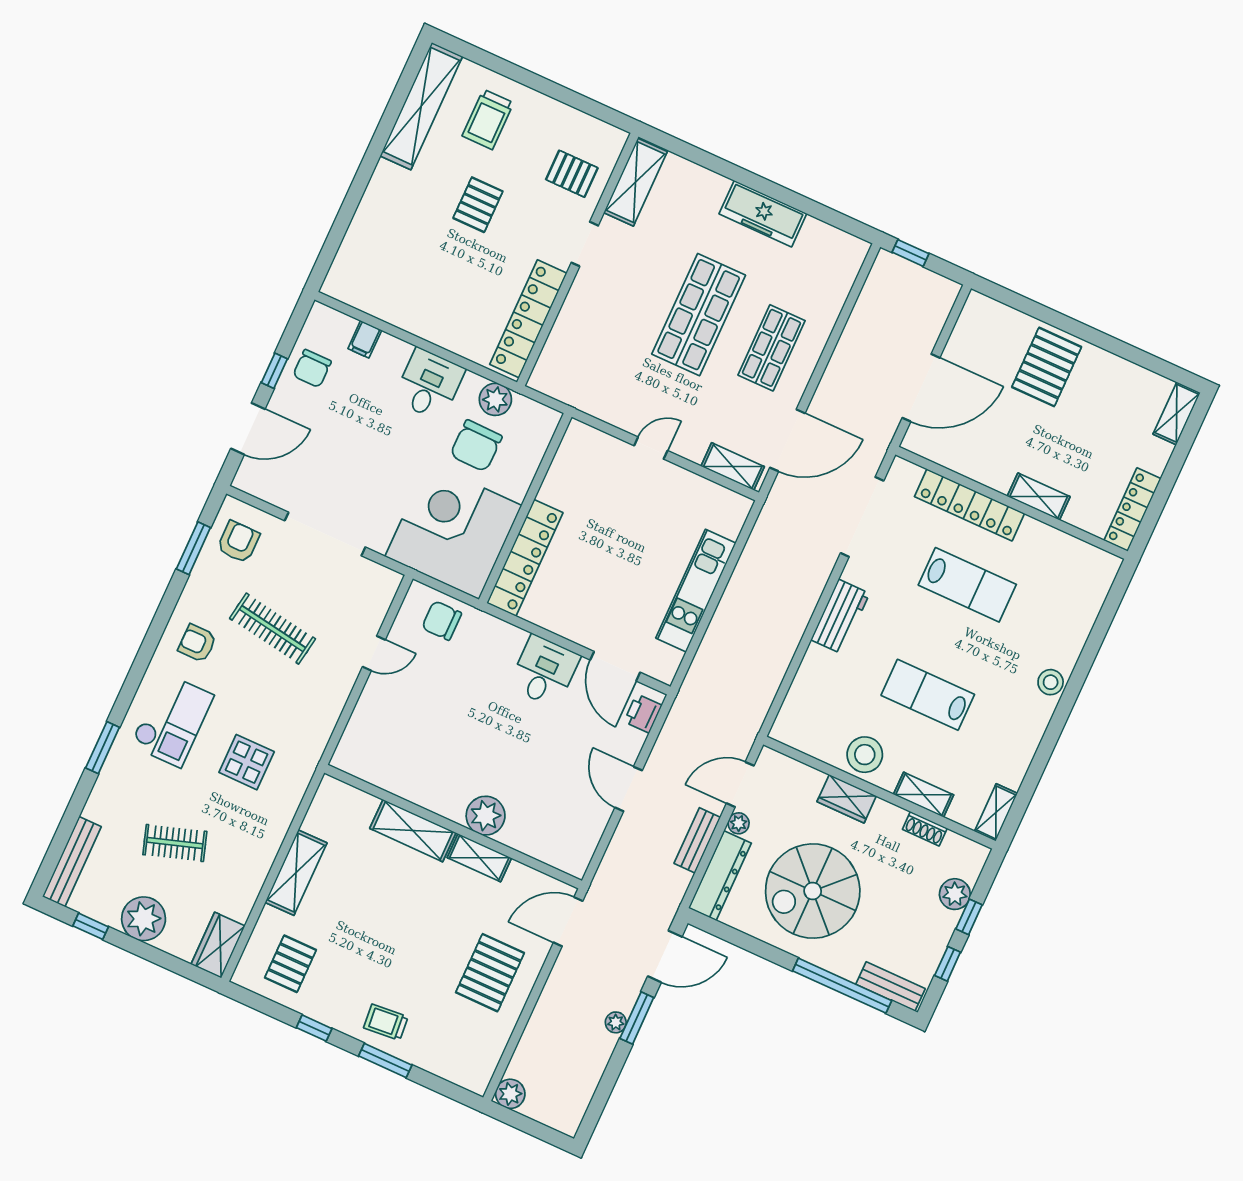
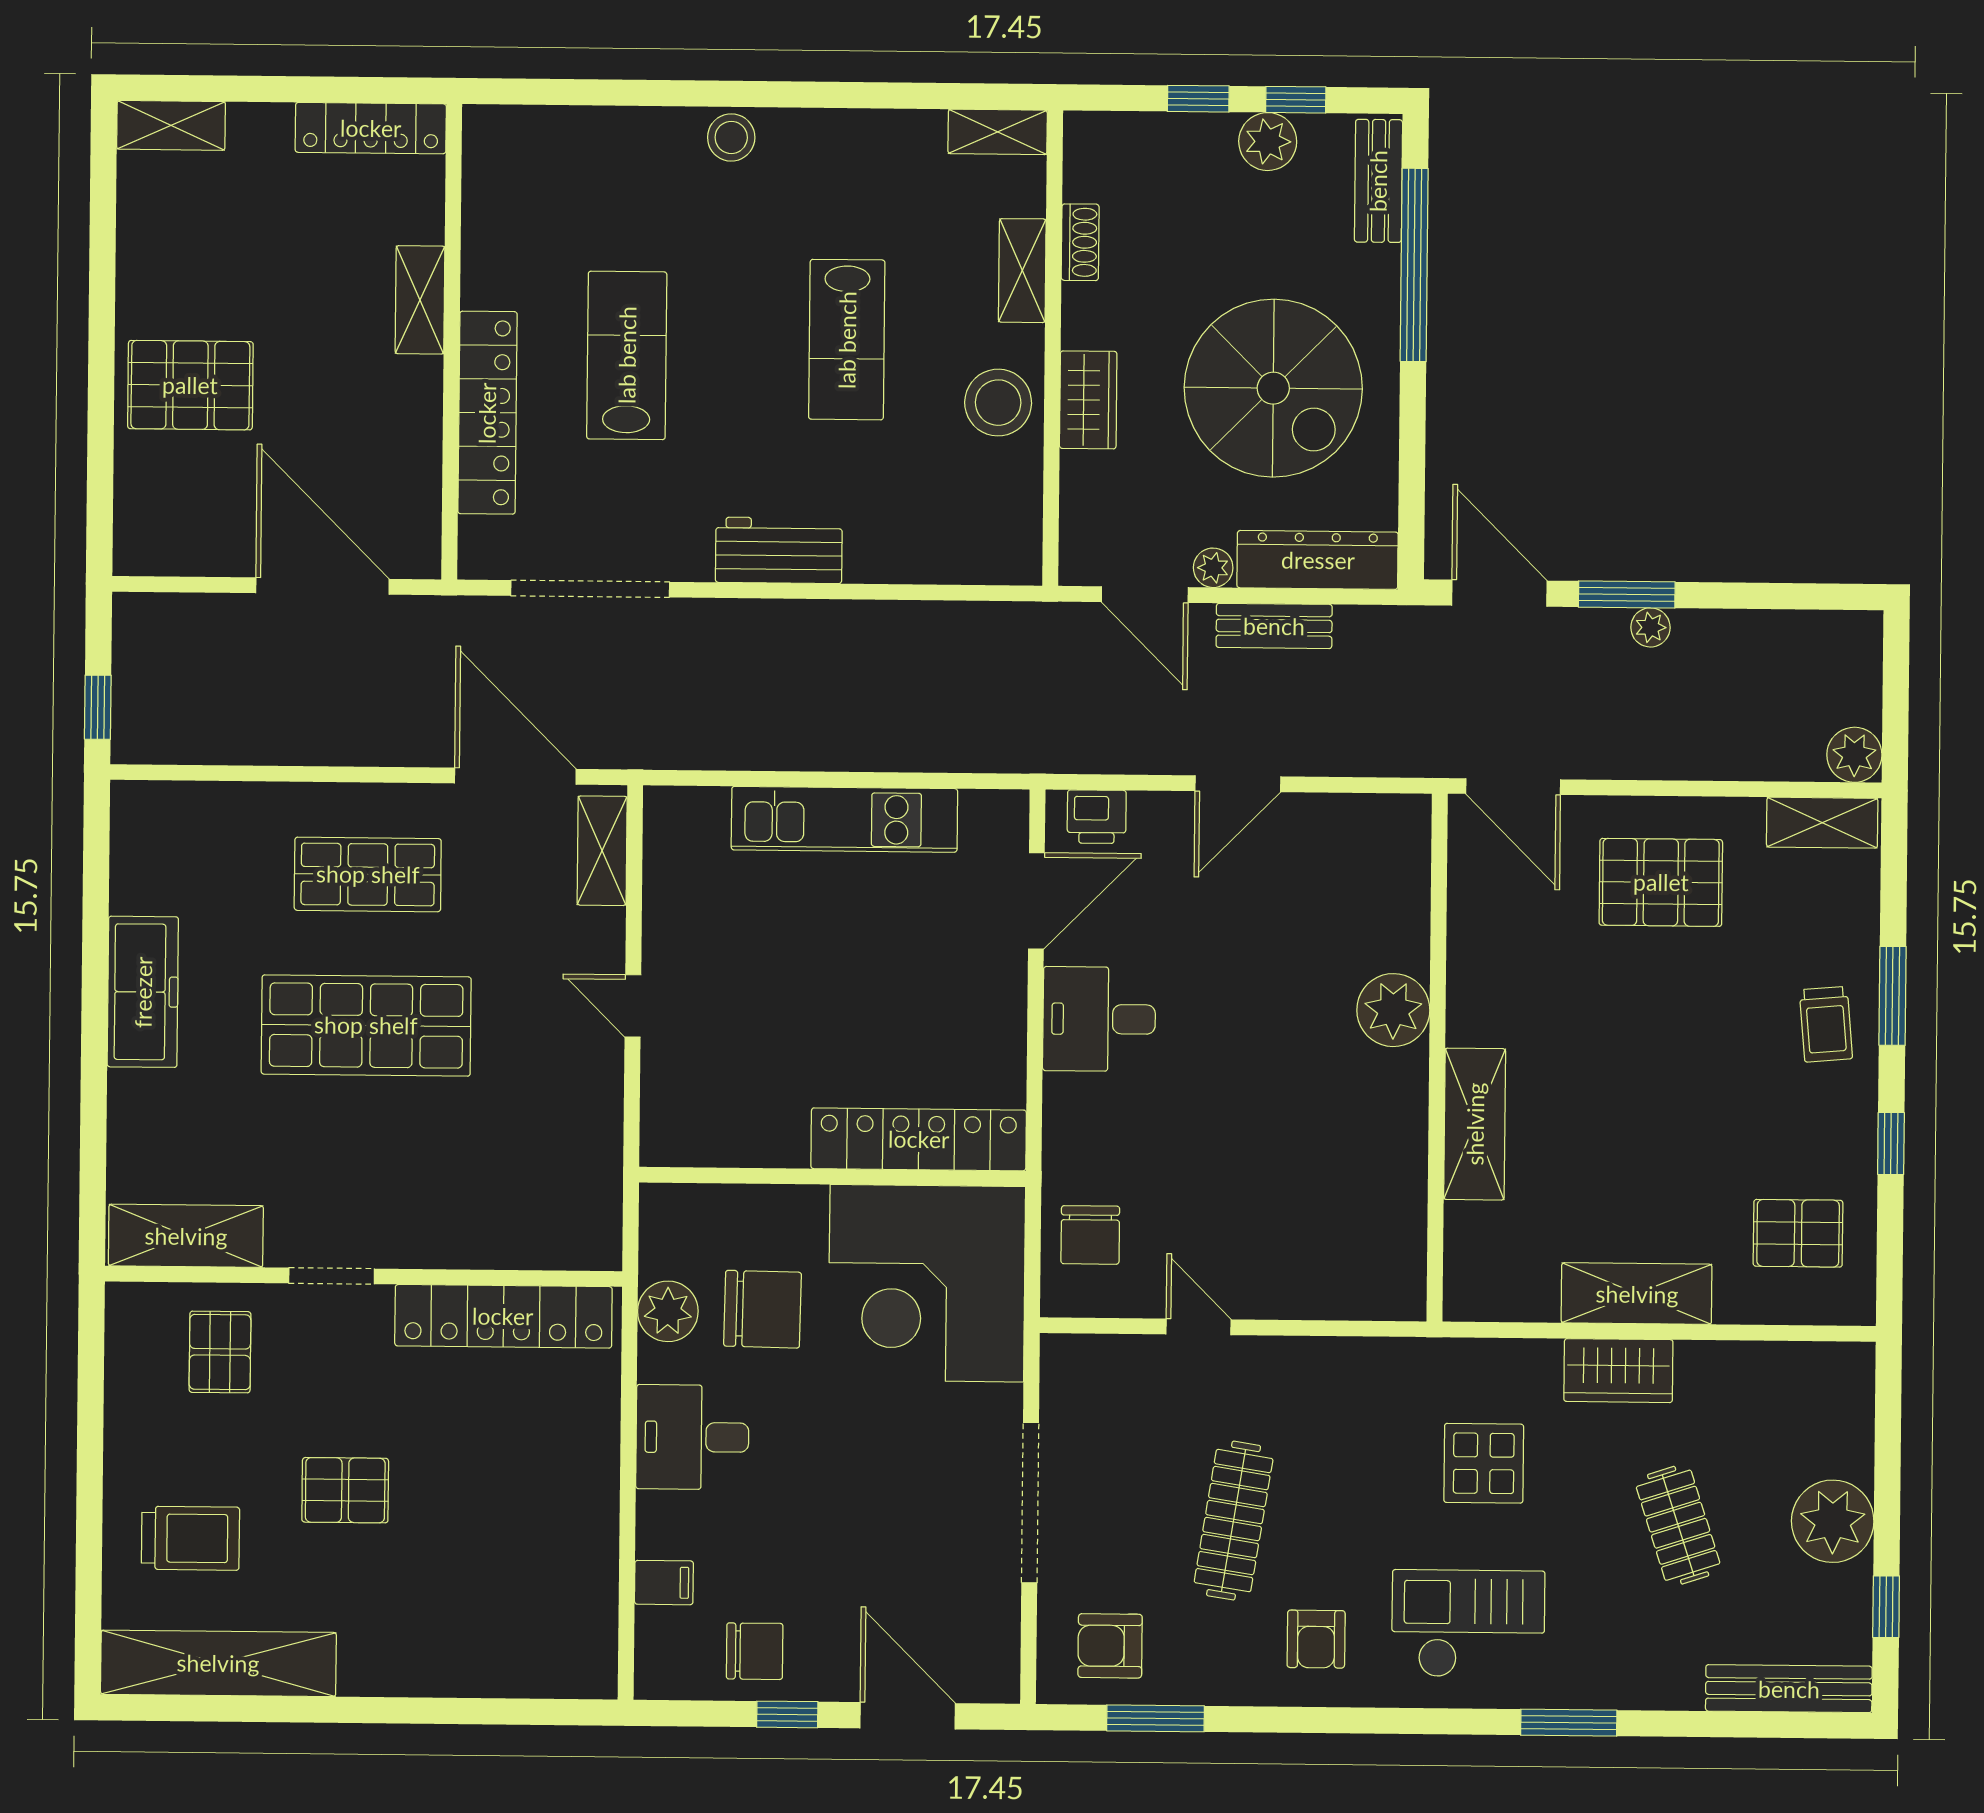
shelving: (479, 858) -> (1822, 823), moved, turned 90
plant: (955, 894) -> (1268, 142), moved
wardrobe: (218, 945) -> (1618, 1371), moved

